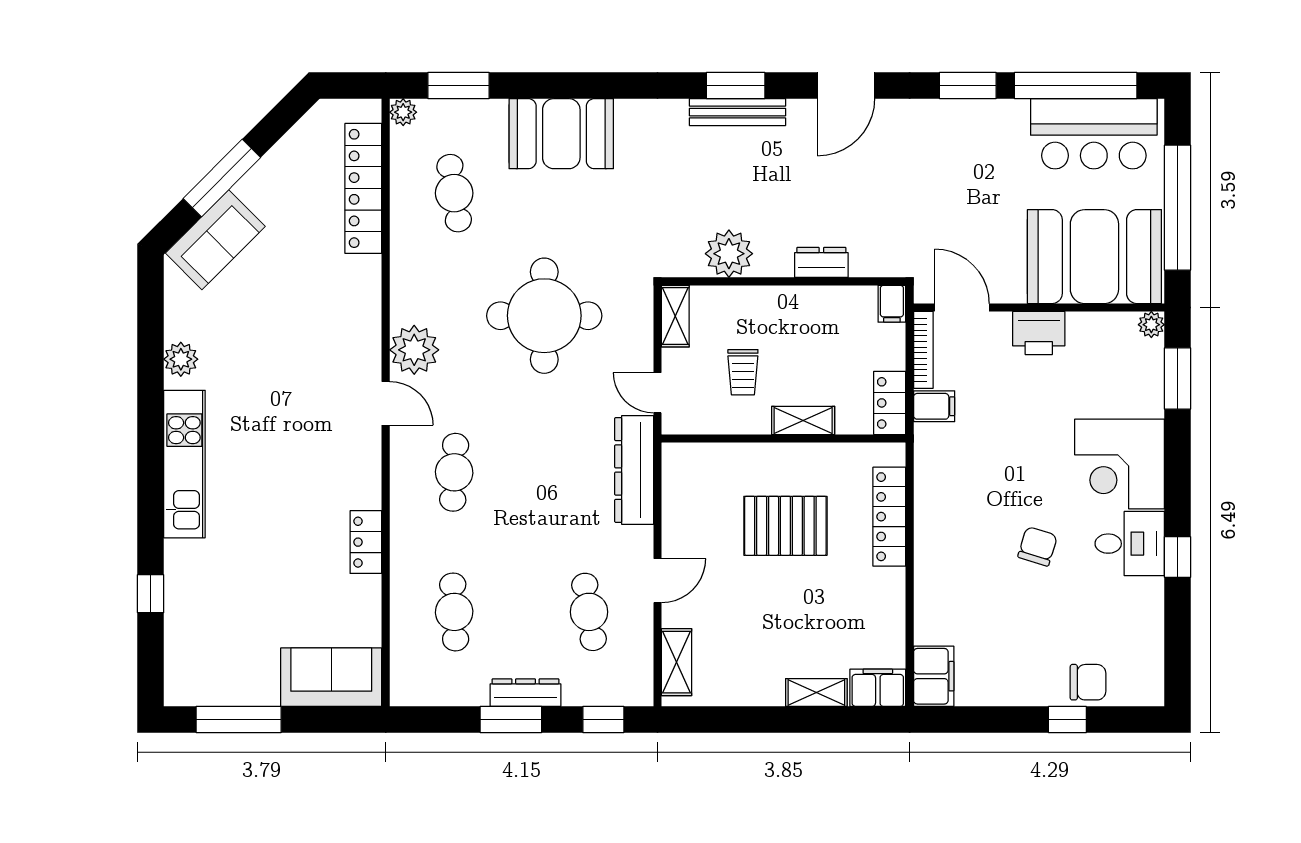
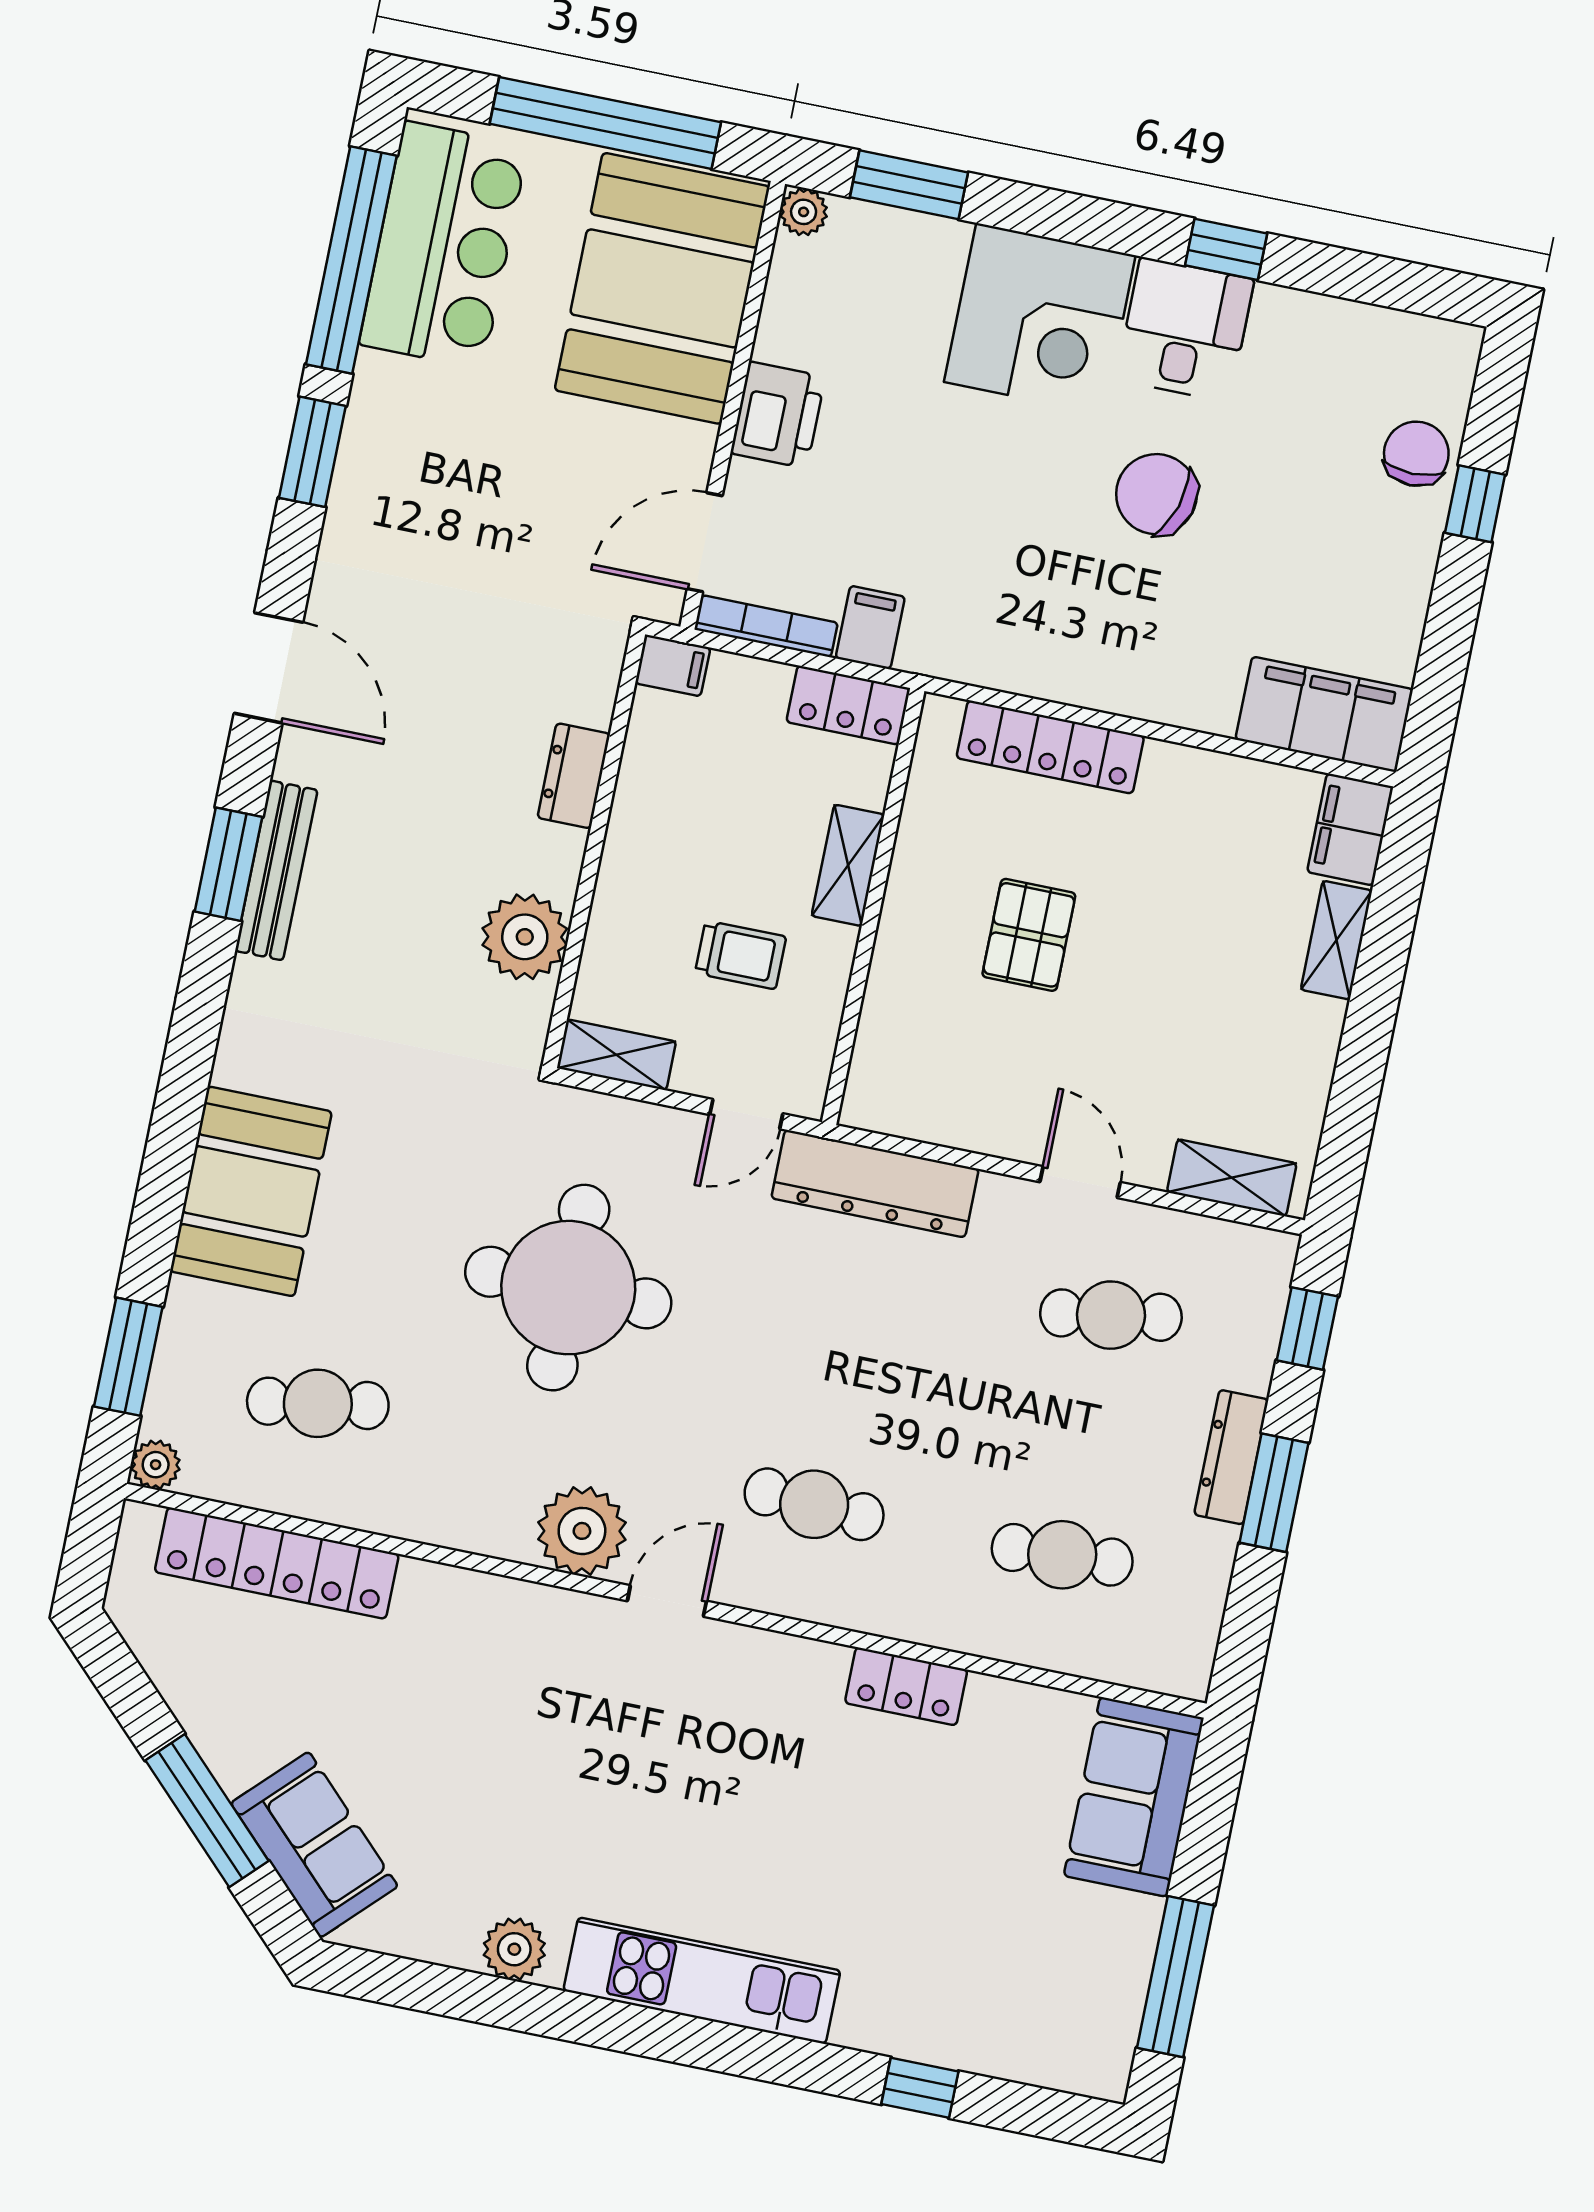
pallet: (785, 526) -> (1029, 935), width x0.67, depth x0.71
chair: (1038, 546) -> (1156, 494), width x1.37, depth x1.37
filing cabinet: (934, 676) -> (1324, 714), width x1.50, depth x1.17

